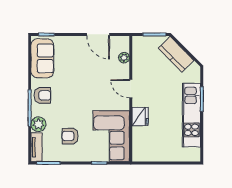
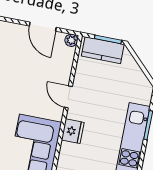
kitchen counter: (176, 54) -> (103, 50), moved, turned -45
plant: (124, 58) -> (71, 40), moved

